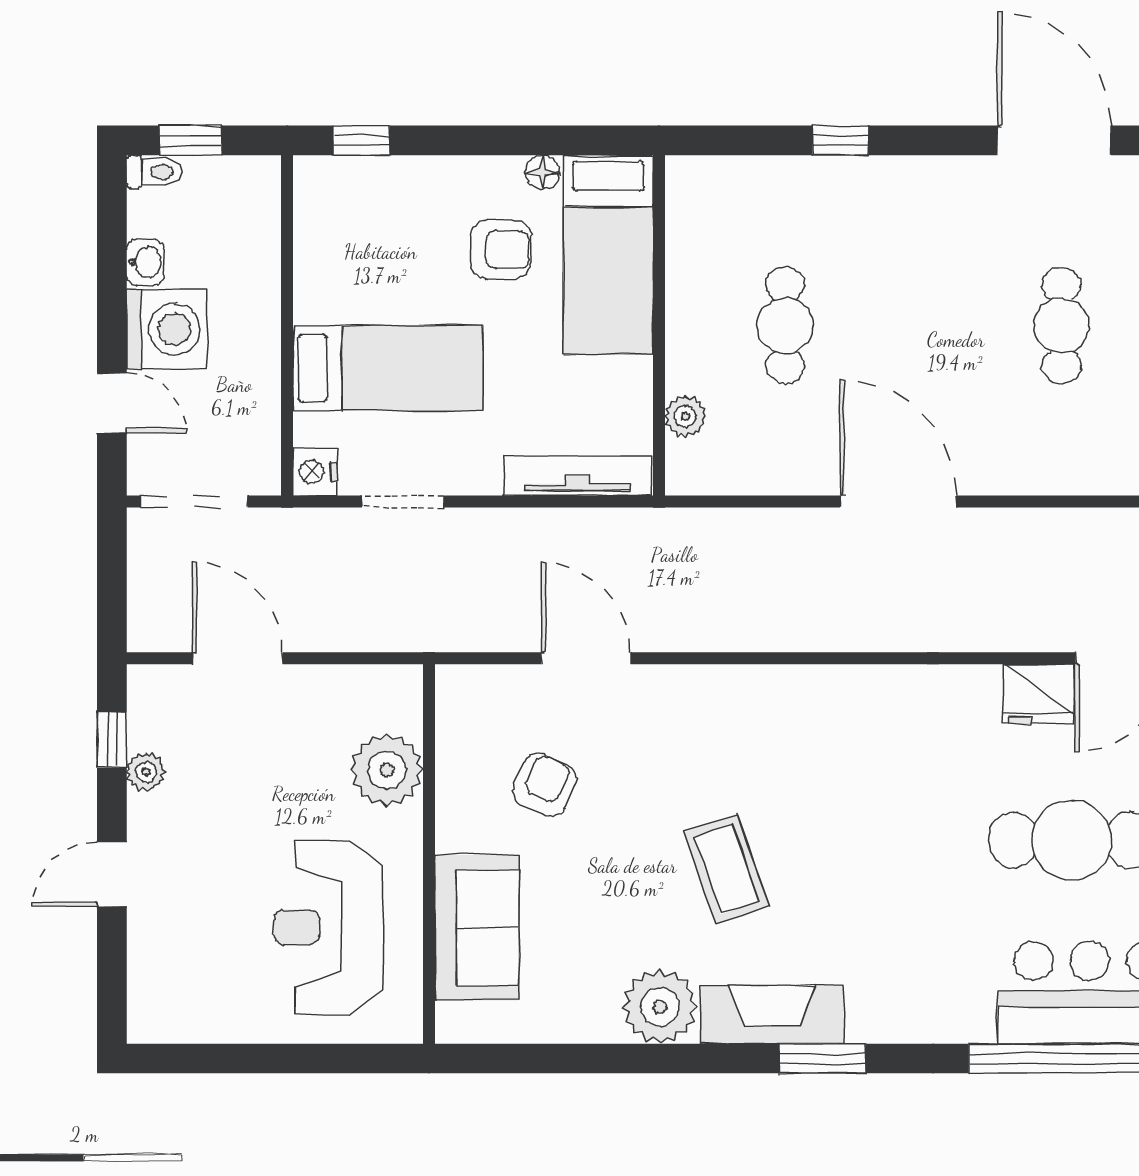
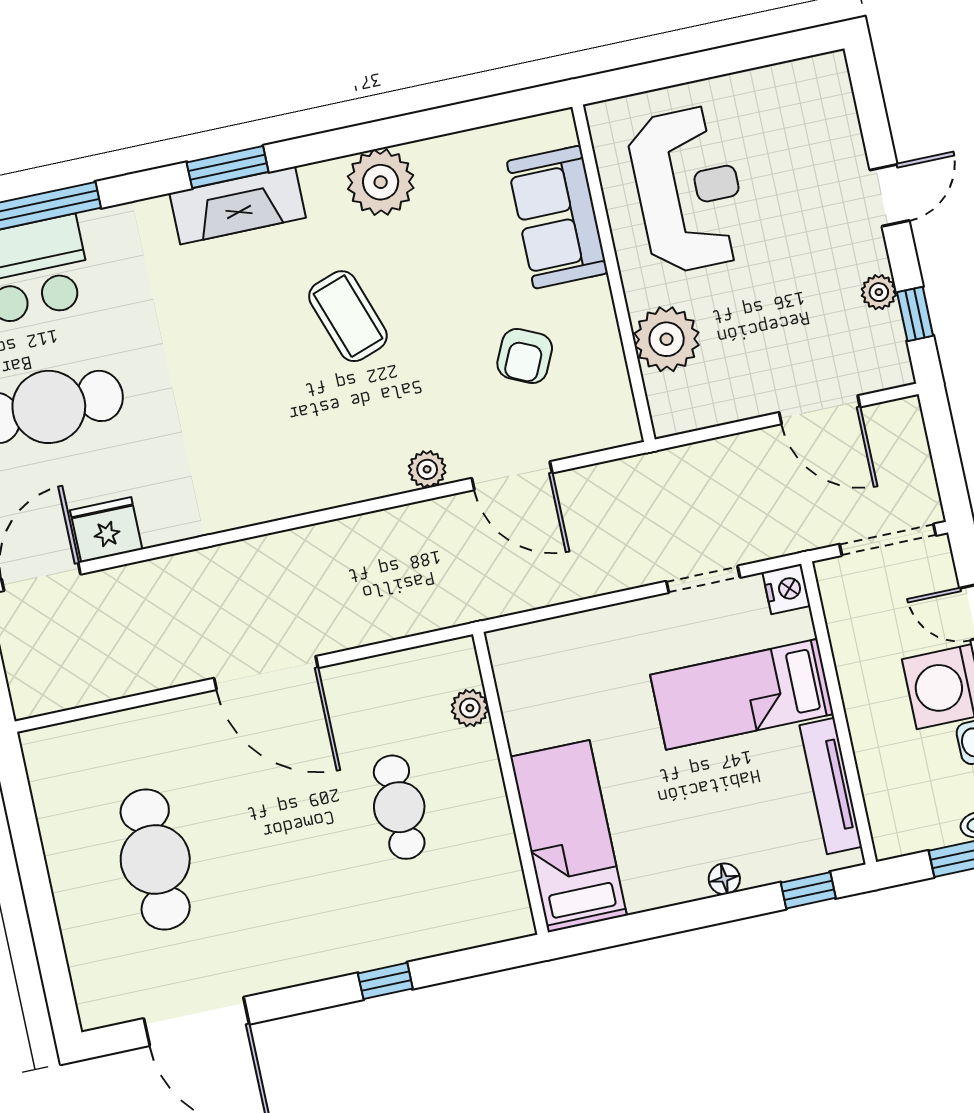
floor lamp: (542, 172) -> (724, 879), moved
armchair: (500, 249) -> (665, 820), removed
cafe table: (1061, 325) -> (155, 859), width x1.37, depth x1.35
tv unit: (577, 476) -> (831, 786), moved, turned 90
plant: (676, 685) -> (427, 469), added
fireplace: (772, 1015) -> (238, 205), moved

